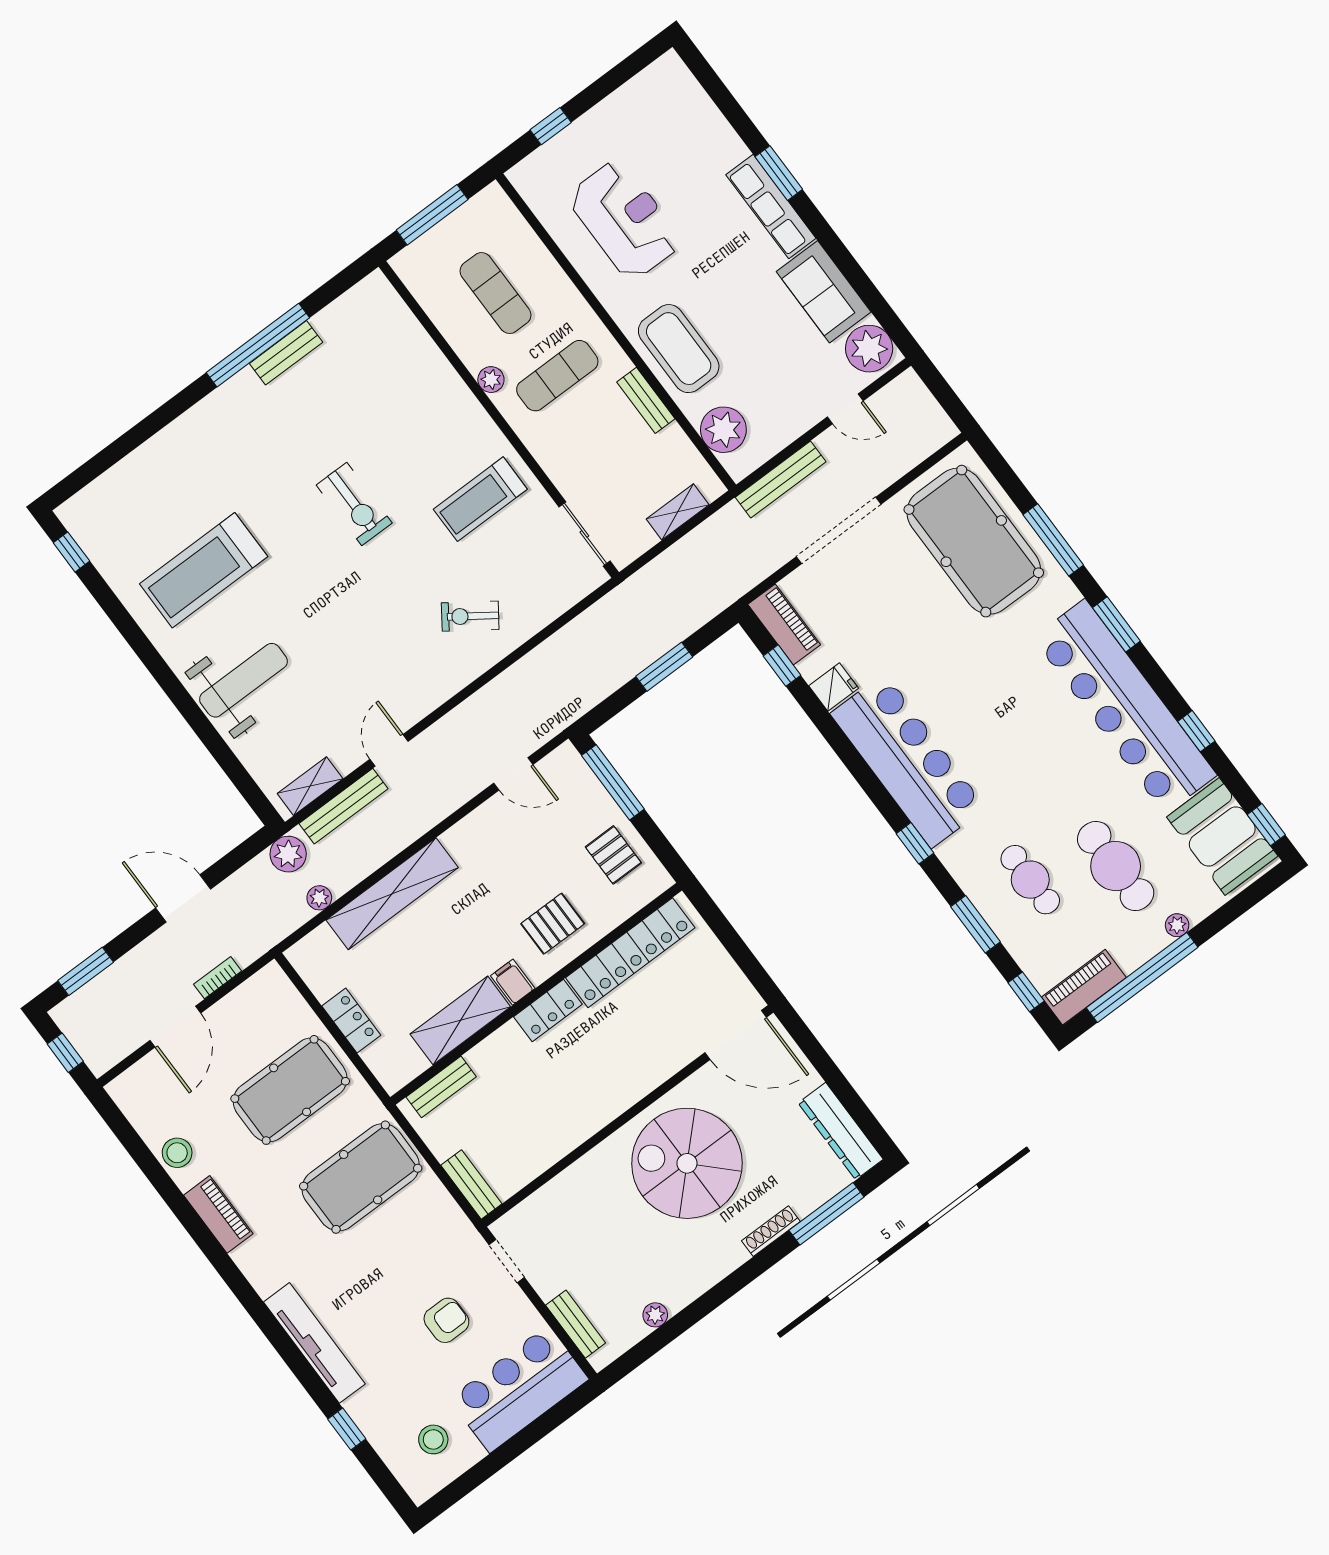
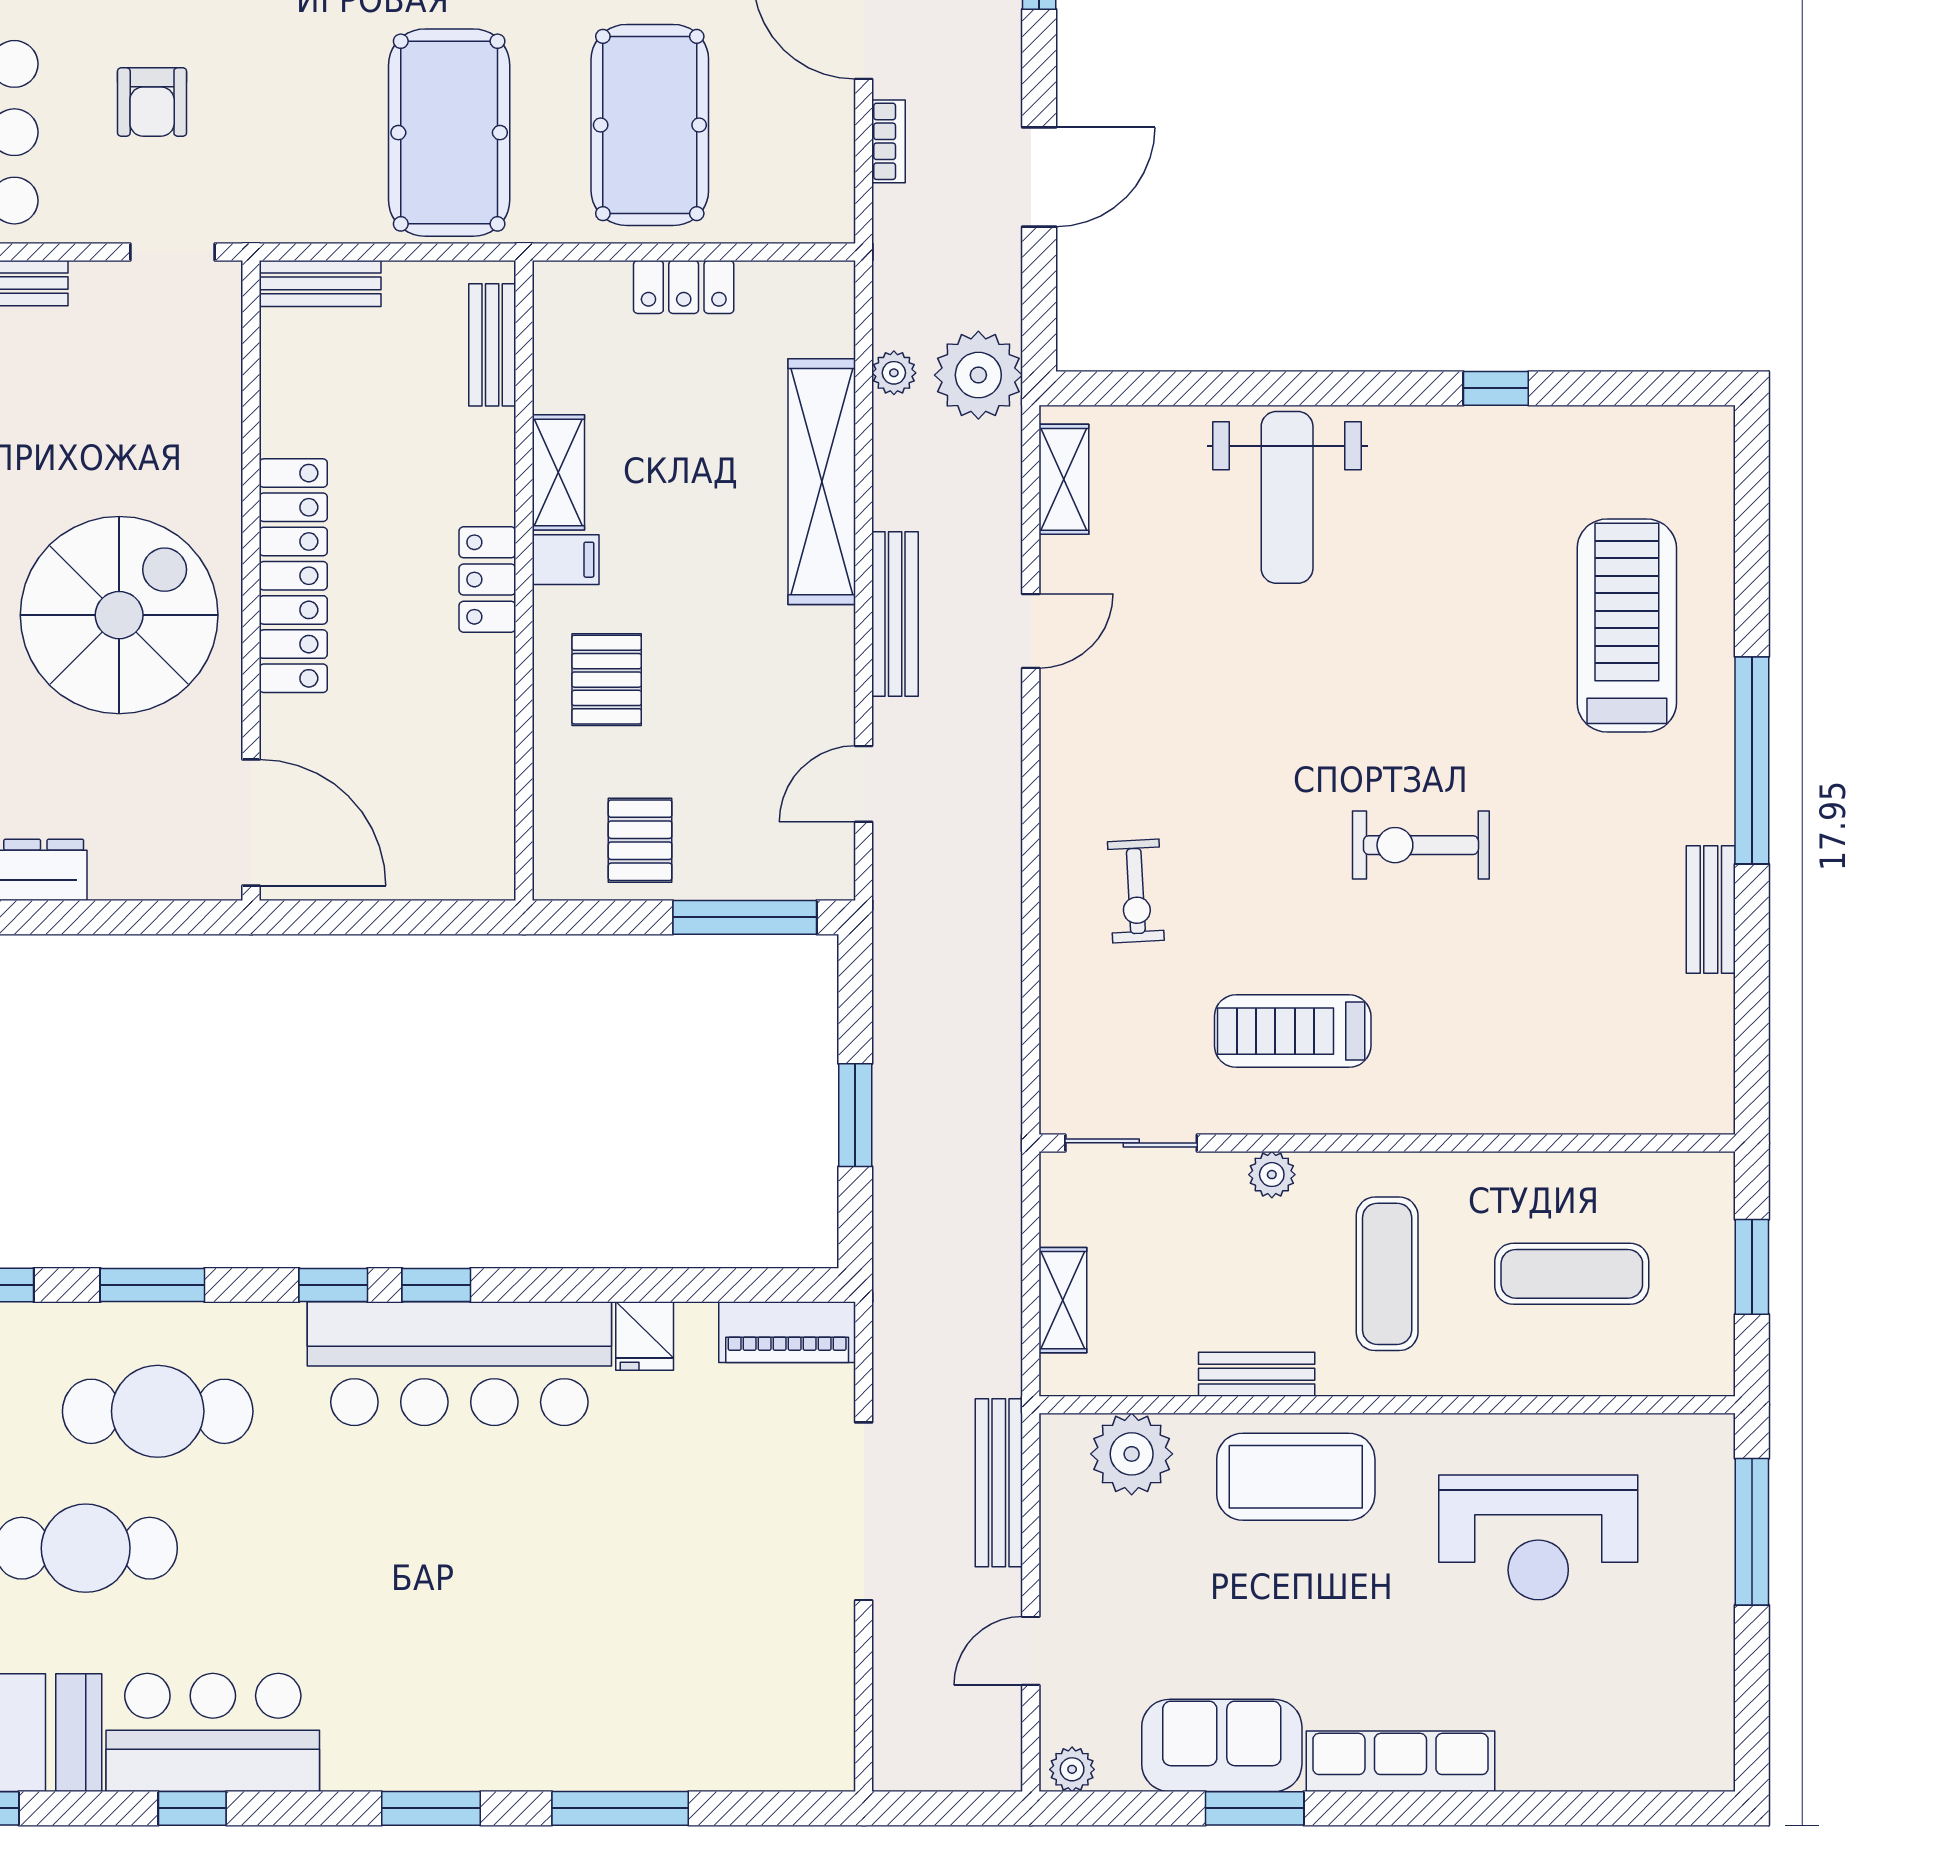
window: (551, 126) -> (1752, 1532), width x2.17
window: (779, 173) -> (1255, 1808), moved
window: (432, 215) -> (1752, 1267), width x0.69
window: (258, 345) -> (1752, 760), moved
plant: (869, 349) -> (1072, 1769), width x0.53, depth x0.53
plant: (491, 380) -> (1272, 1175), moved
treadmill: (480, 499) -> (1293, 1031), turned -90
pool table: (974, 541) -> (703, 1693), removed
window: (71, 552) -> (1496, 388), moved
treadmill: (204, 570) -> (1627, 625), moved
exercise bike: (470, 616) -> (1136, 891), turned 142
window: (782, 666) -> (436, 1285), moved
bar counter: (1125, 706) -> (213, 1732), width x0.54
door: (389, 750) -> (1031, 631), hinge flipped
bench: (344, 806) -> (895, 614), moved
plant: (288, 854) -> (978, 375), width x1.36, depth x1.36
pallet: (613, 855) -> (640, 840), turned 90
cafe table: (1030, 880) -> (158, 1411), width x1.37, depth x1.35
locker: (630, 953) -> (293, 576), moved, turned 180
shelving: (460, 1020) -> (558, 472), width x0.67, depth x0.75
door: (736, 1035) -> (251, 822), swing flipped

